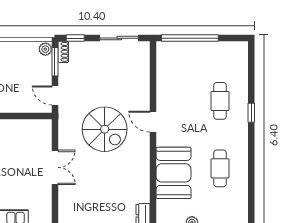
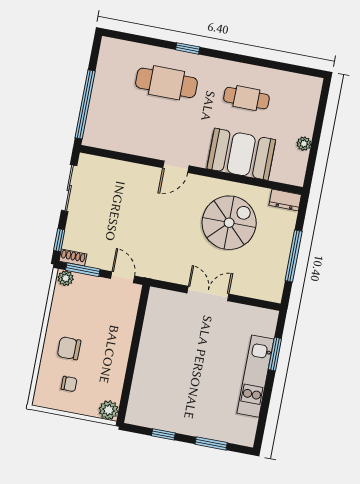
door: (55, 95) -> (123, 277), swing flipped
cafe table: (220, 101) -> (166, 83), width x1.37, depth x1.35
spiral stairs: (105, 129) -> (229, 223), moved

